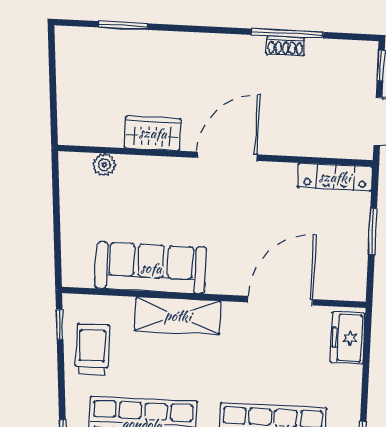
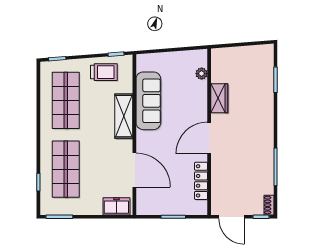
shoe rack: (285, 46) -> (269, 205), moved
door: (227, 156) -> (209, 138), swing flipped
locker: (335, 177) -> (201, 181), moved

